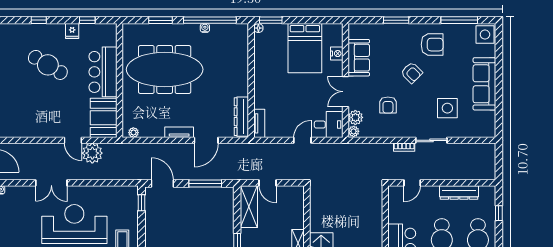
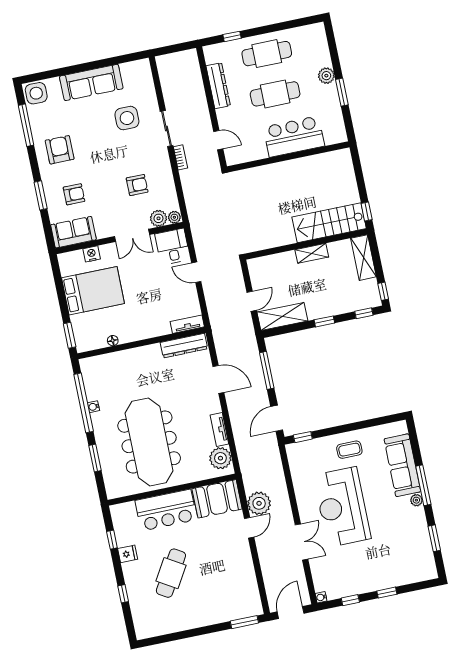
floor lamp: (258, 28) -> (113, 341), moved
sofa: (359, 58) -> (73, 232), moved
armchair: (412, 73) -> (74, 194), moved, turned 45
tv unit: (179, 132) -> (219, 429), moved
plant: (133, 133) -> (220, 458), width x1.88, depth x1.88

